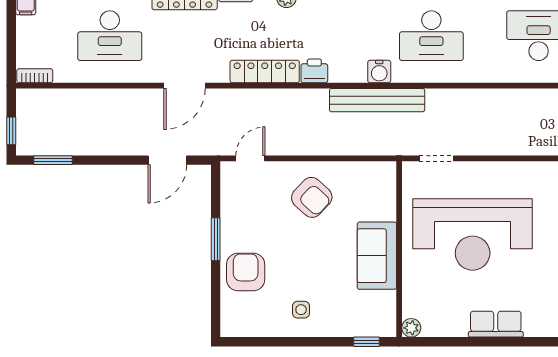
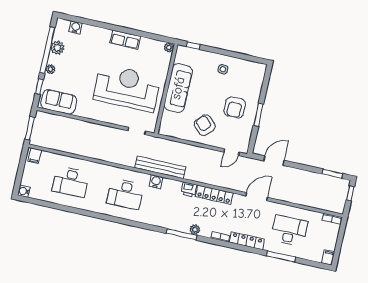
desk: (431, 36) -> (125, 194), turned 180
sofa: (377, 256) -> (178, 88), width x1.36
armchair: (246, 272) -> (235, 107), moved

